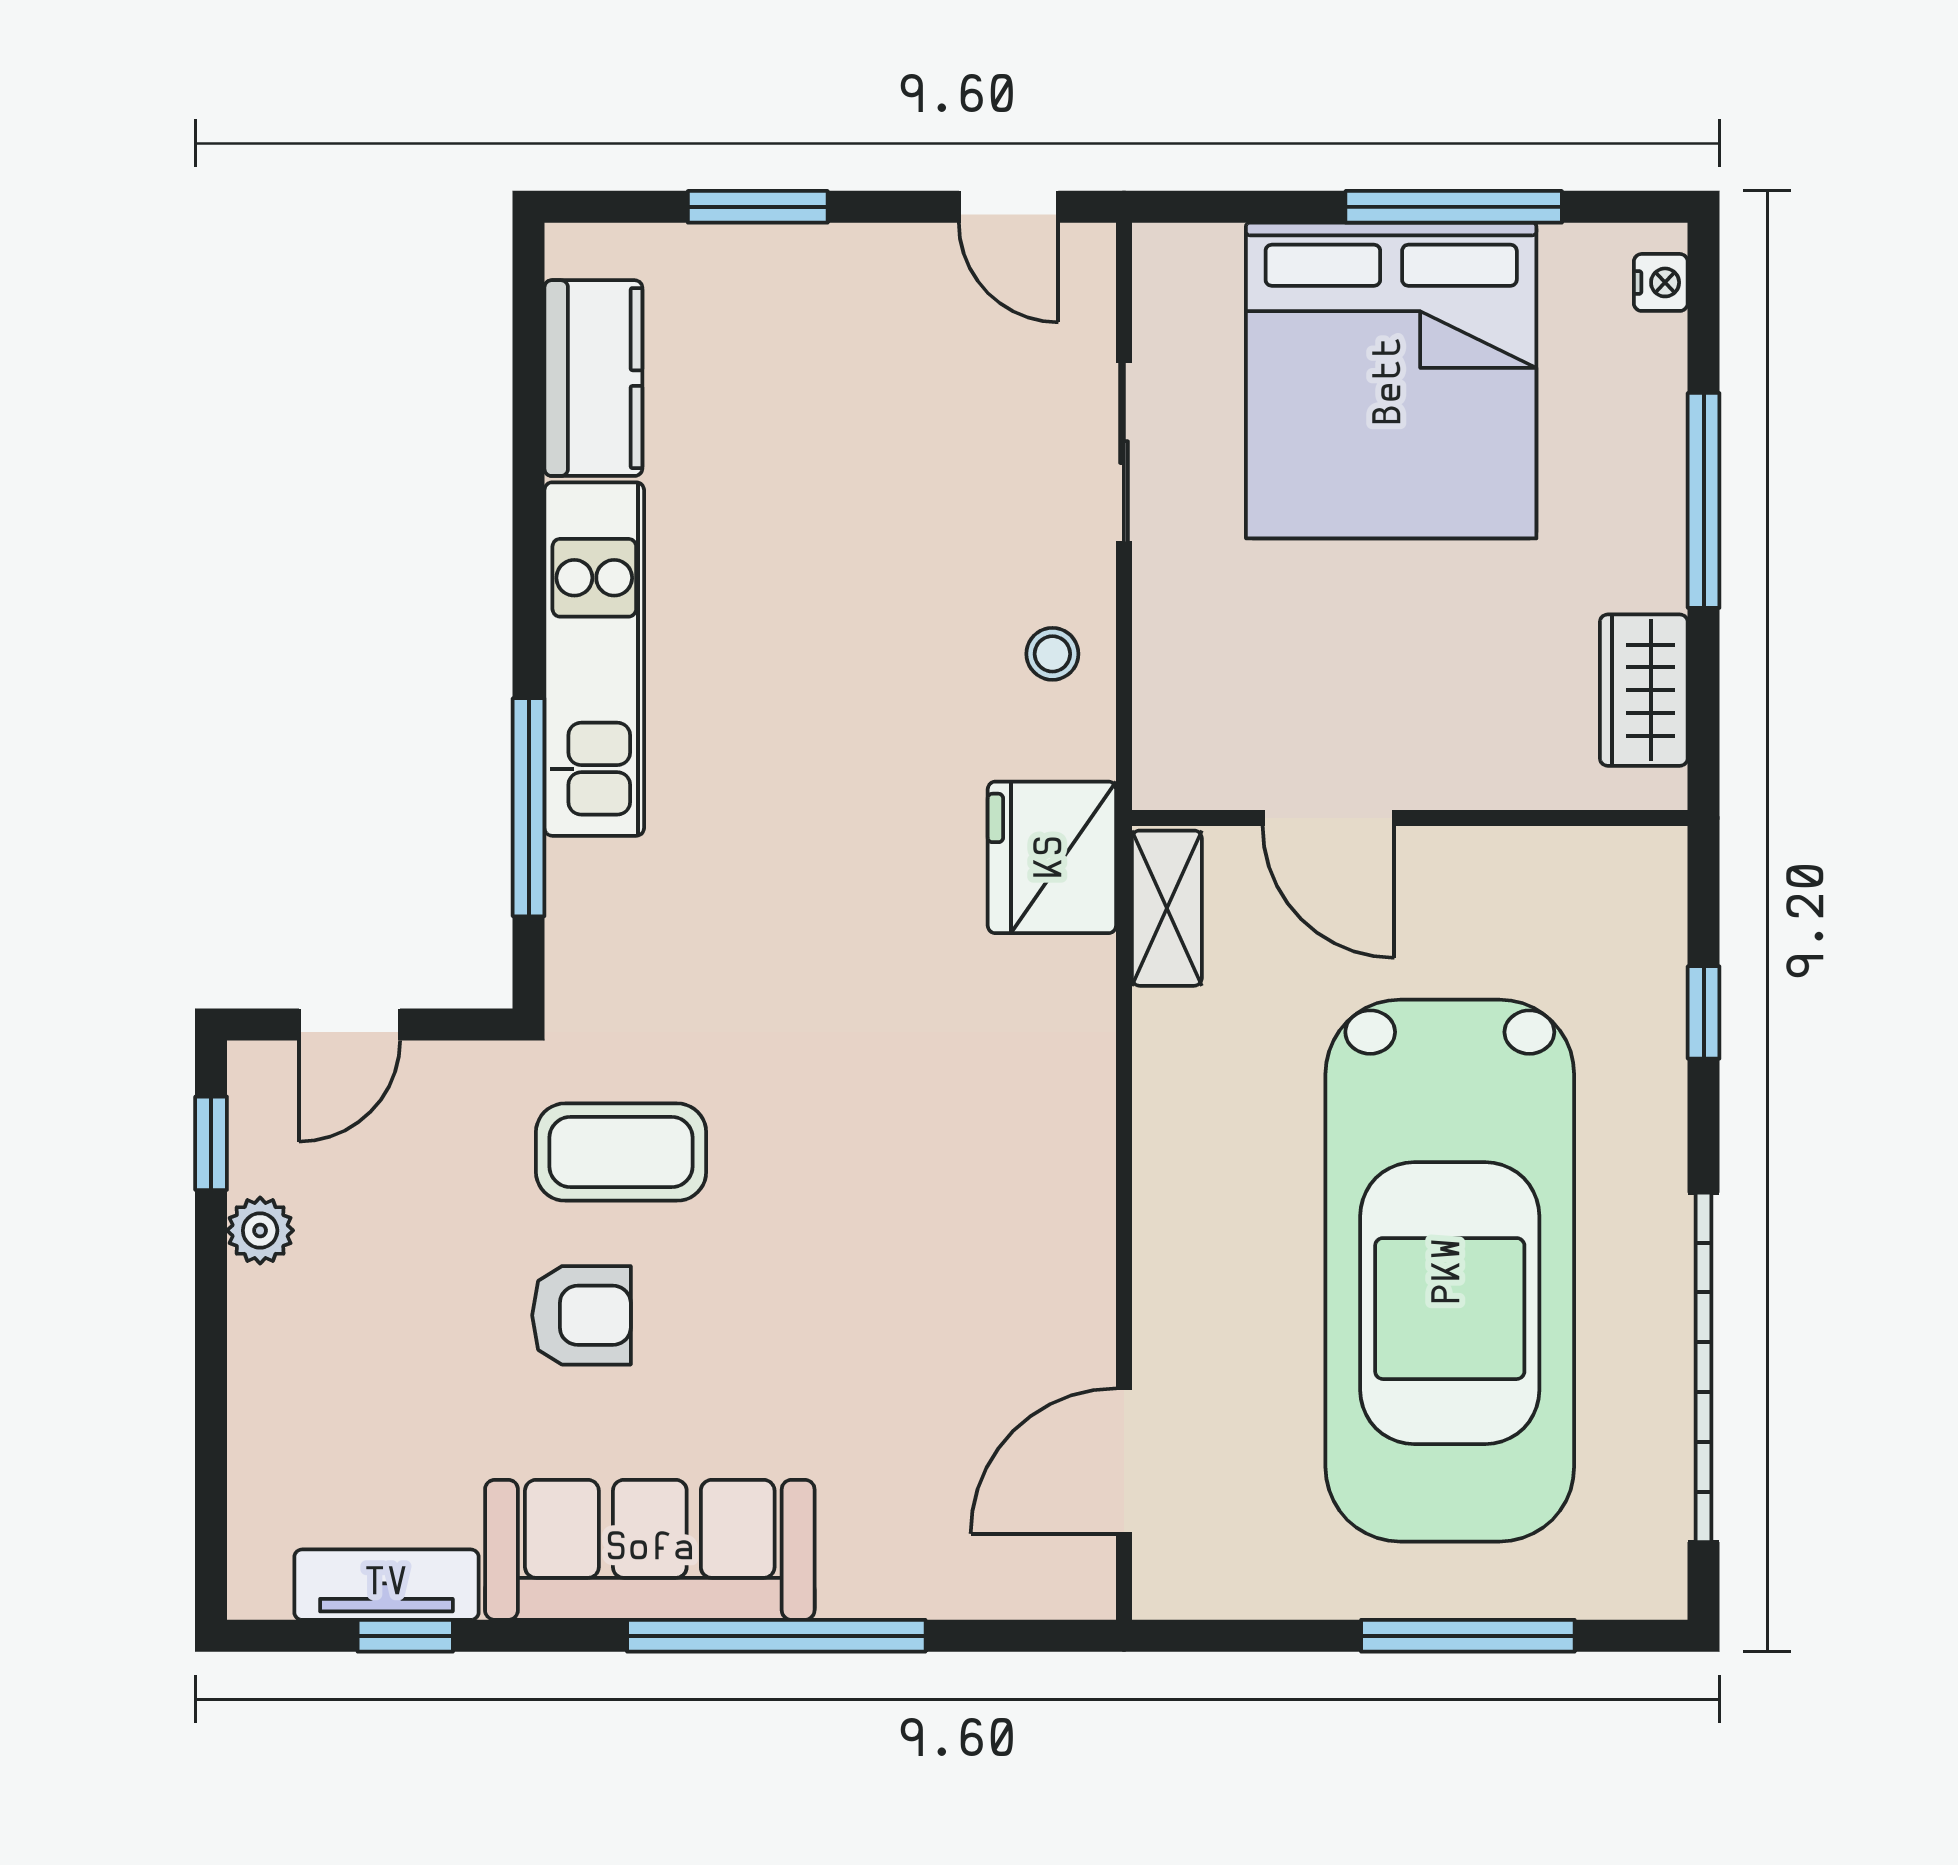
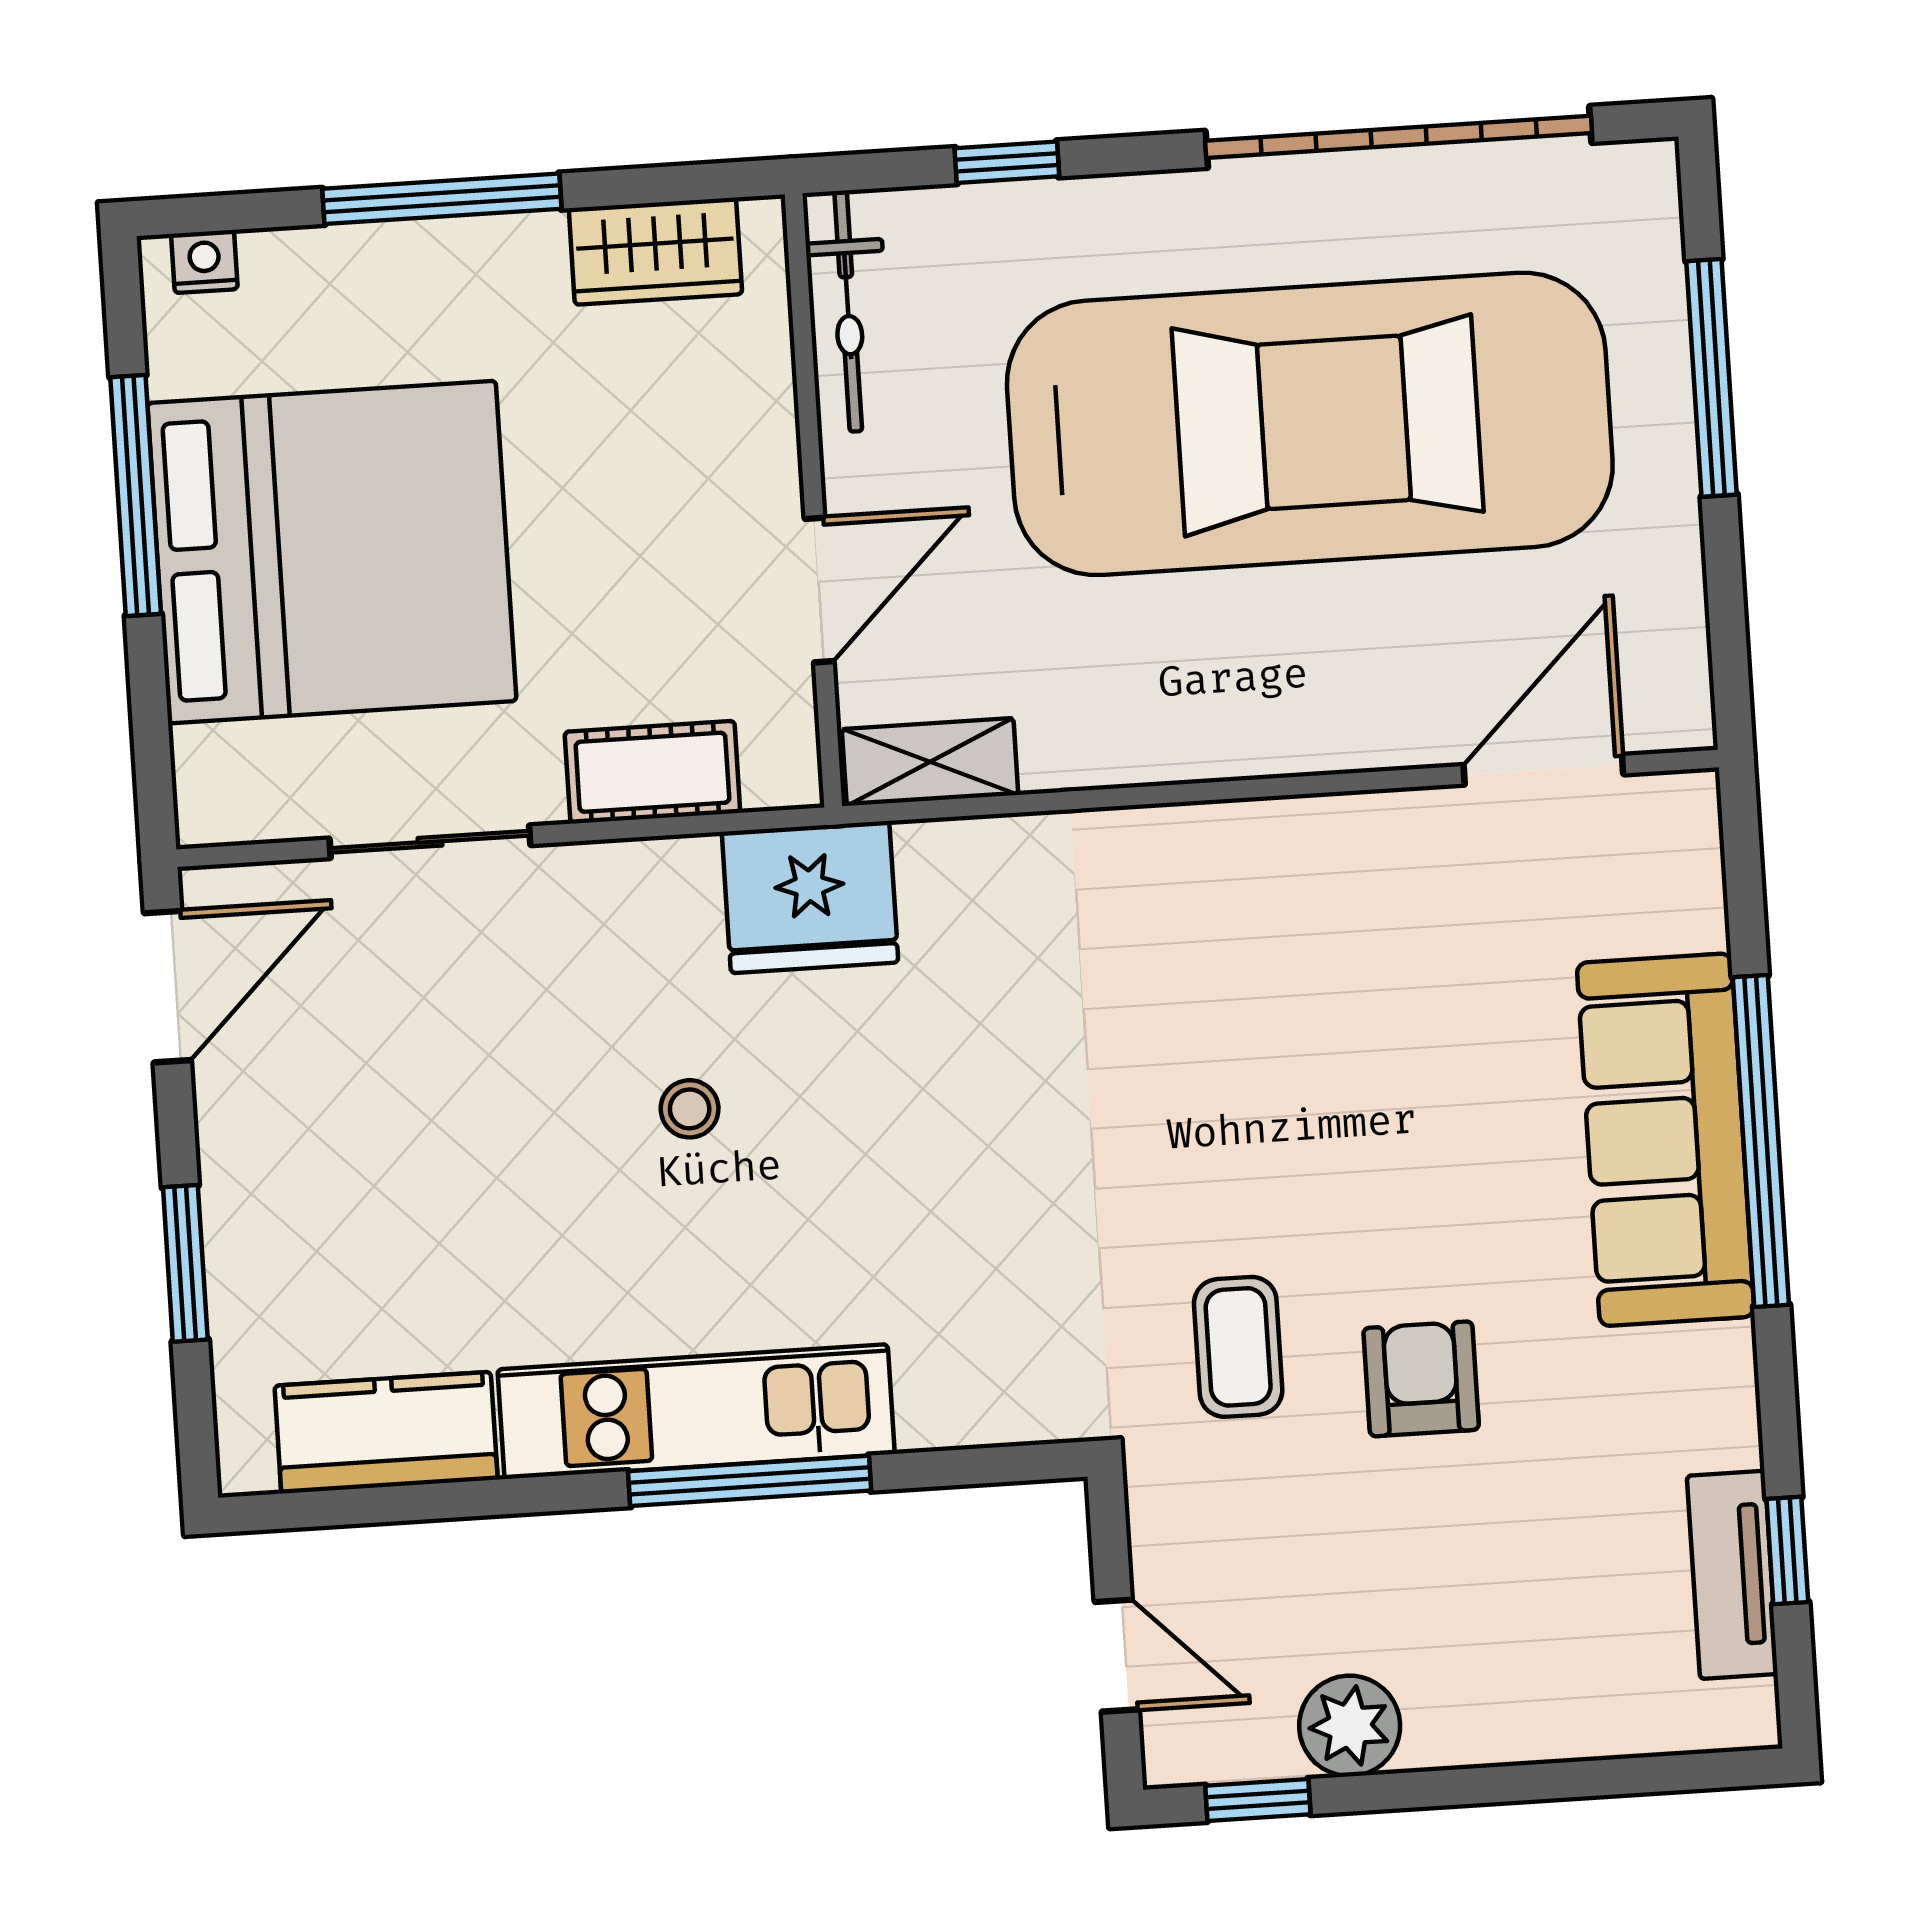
door: (1009, 207) -> (167, 987), width x1.38
stool: (1052, 654) -> (690, 1109), moved
cot: (1174, 657) -> (652, 772), added
window: (529, 807) -> (750, 1481), moved
fridge: (1052, 857) -> (810, 897), moved
bicycle: (1579, 861) -> (848, 311), added
coffee table: (621, 1152) -> (1238, 1347), width x0.73, depth x0.77
plant: (260, 1230) -> (1350, 1726), width x1.38, depth x1.38
door: (1124, 1461) -> (1543, 770), swing flipped
sofa: (650, 1550) -> (1666, 1140), moved

